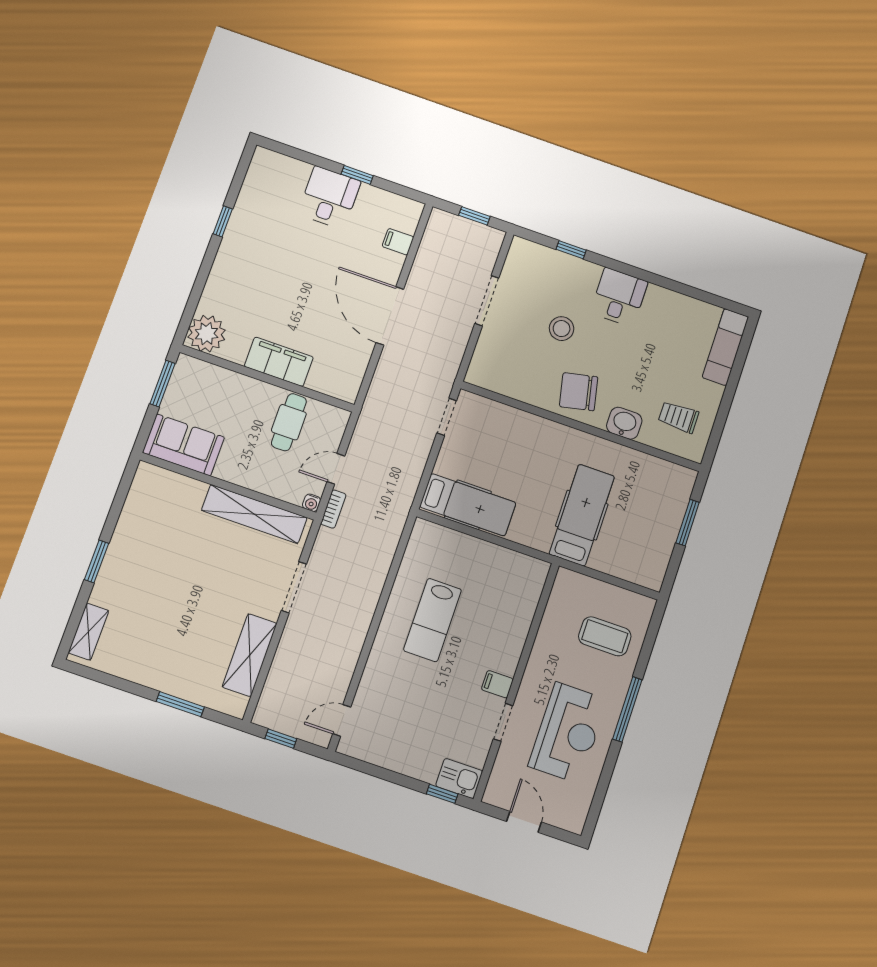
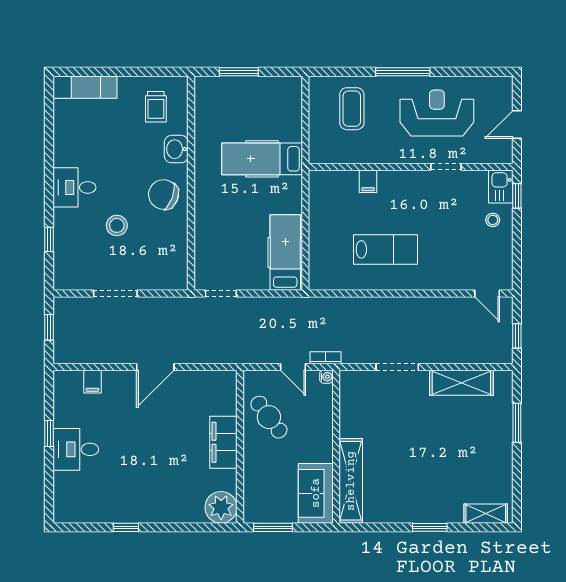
door: (390, 316) -> (155, 367), width x0.73
chair: (579, 392) -> (164, 195), turned 122
cafe table: (289, 422) -> (269, 417), turned 53
shelving: (254, 514) -> (351, 481), moved
filing cabinet: (497, 684) -> (368, 181), moved
stool: (424, 756) -> (493, 220), added

